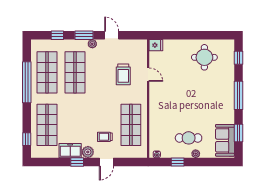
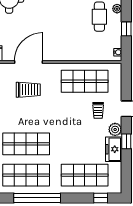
door: (148, 75) -> (29, 62), width x1.88

